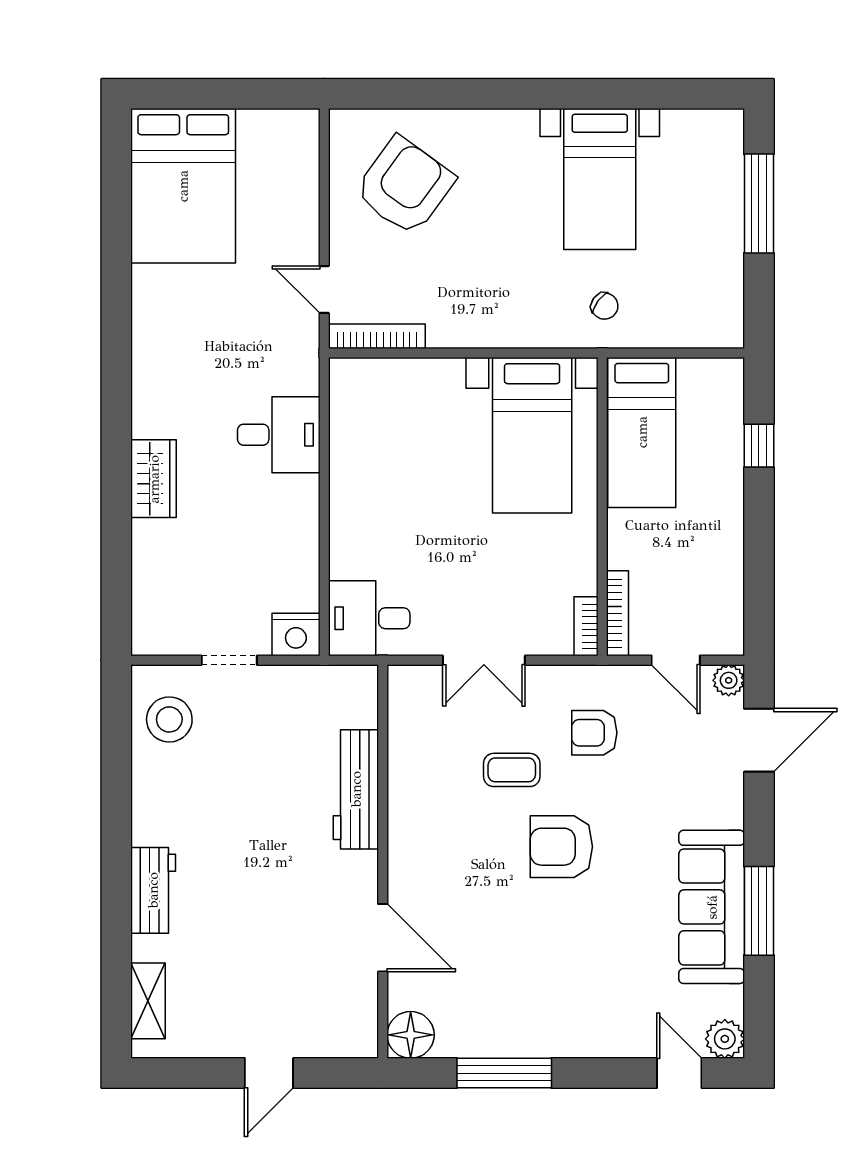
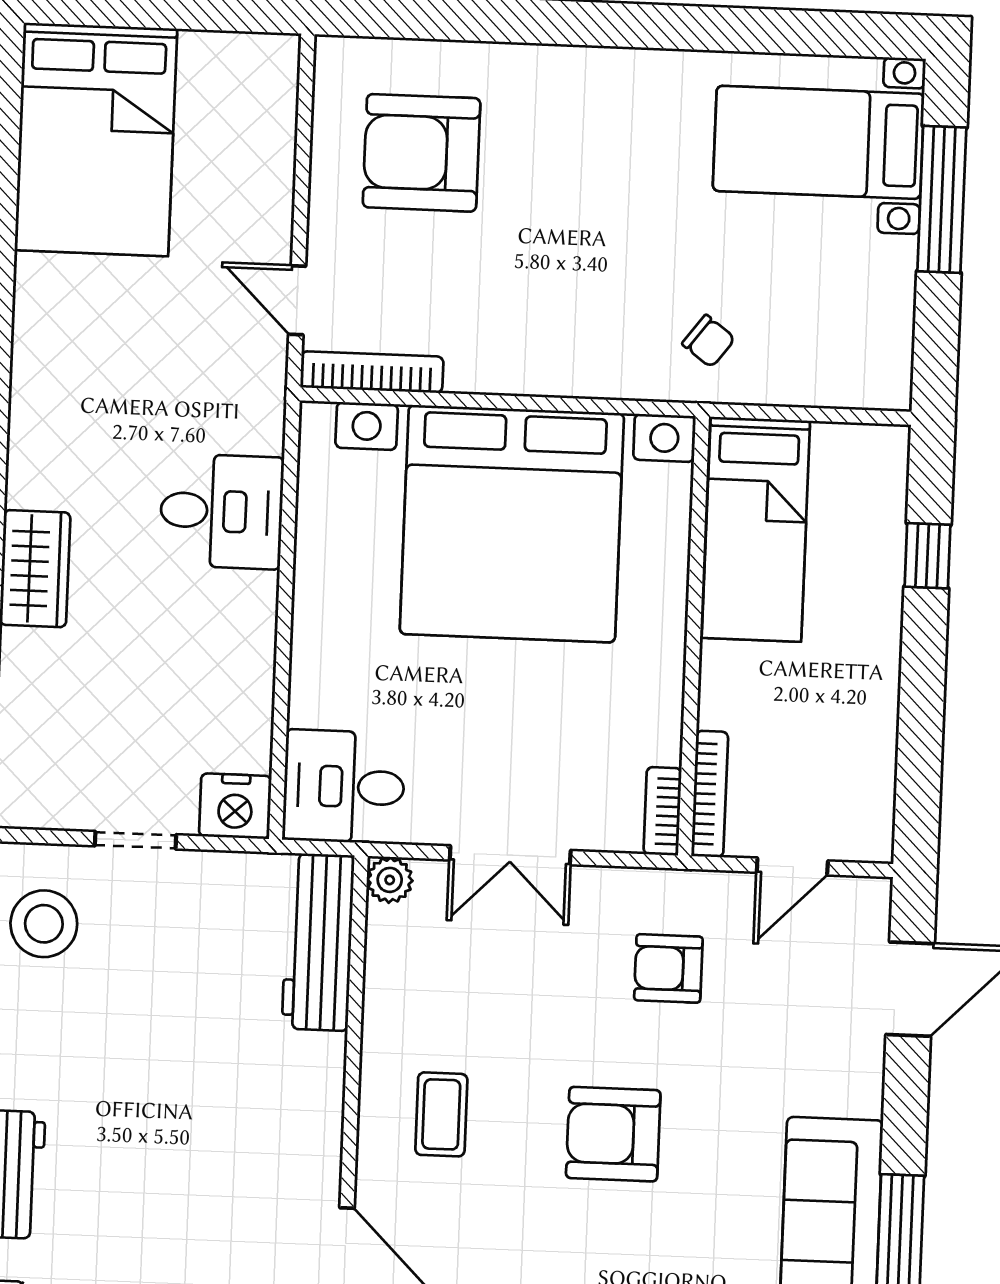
bed with nightstands: (600, 179) -> (819, 142), moved, turned 90
armchair: (405, 186) -> (422, 153), turned -126
bed with nightstands: (532, 435) -> (512, 524), width x1.85
door: (676, 660) -> (792, 867), hinge flipped
plant: (729, 680) -> (390, 880), moved
coffee table: (512, 770) -> (441, 1114), moved, turned 90
workbench: (356, 789) -> (318, 942), moved

